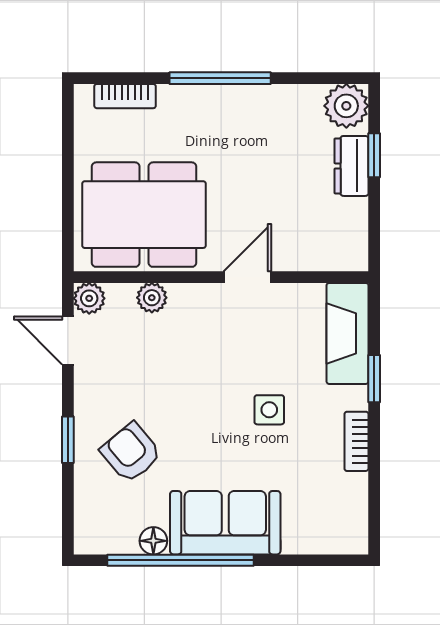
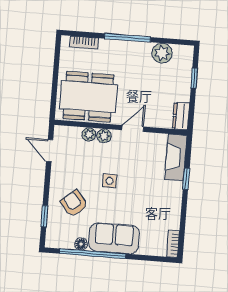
plant: (346, 106) -> (162, 53), moved
dresser: (351, 166) -> (181, 116), moved
plant: (89, 298) -> (104, 136), moved
side table: (269, 410) -> (110, 181), moved
window: (68, 440) -> (44, 216), moved
bookcase: (356, 441) -> (173, 244), moved

